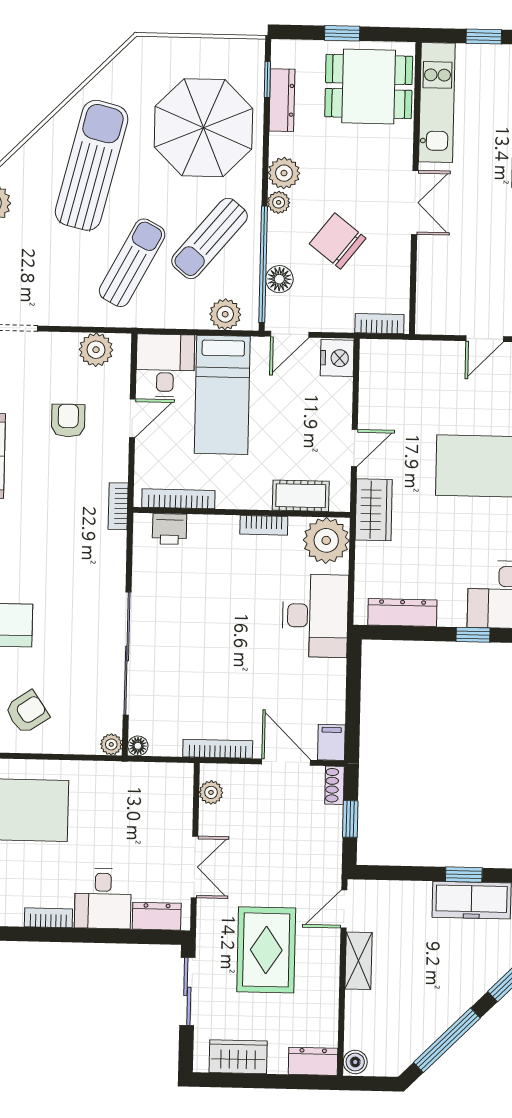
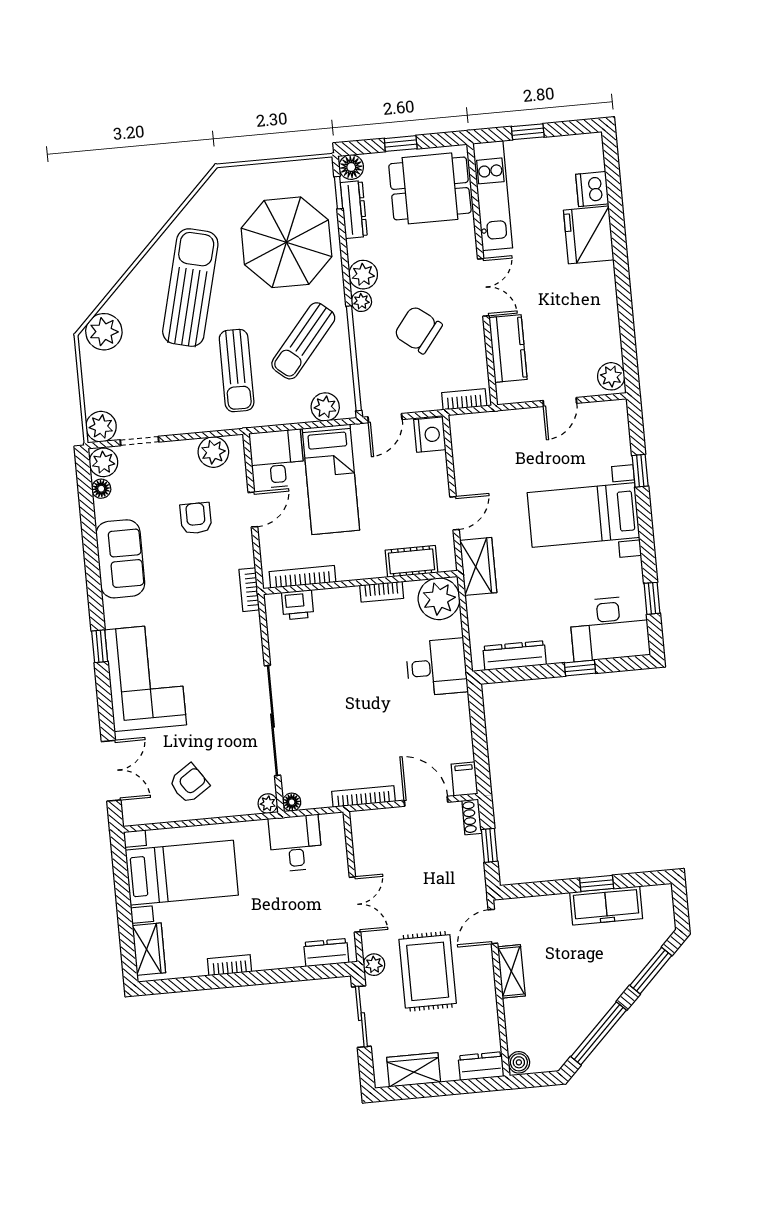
sun lounger: (132, 263) -> (237, 371), turned 152
kitchen counter: (434, 273) -> (508, 348), added
floor lamp: (279, 279) -> (351, 167), moved
desk: (315, 616) -> (437, 667), width x0.73
plant: (211, 792) -> (374, 965), moved
desk: (103, 899) -> (295, 843), moved, turned 180

